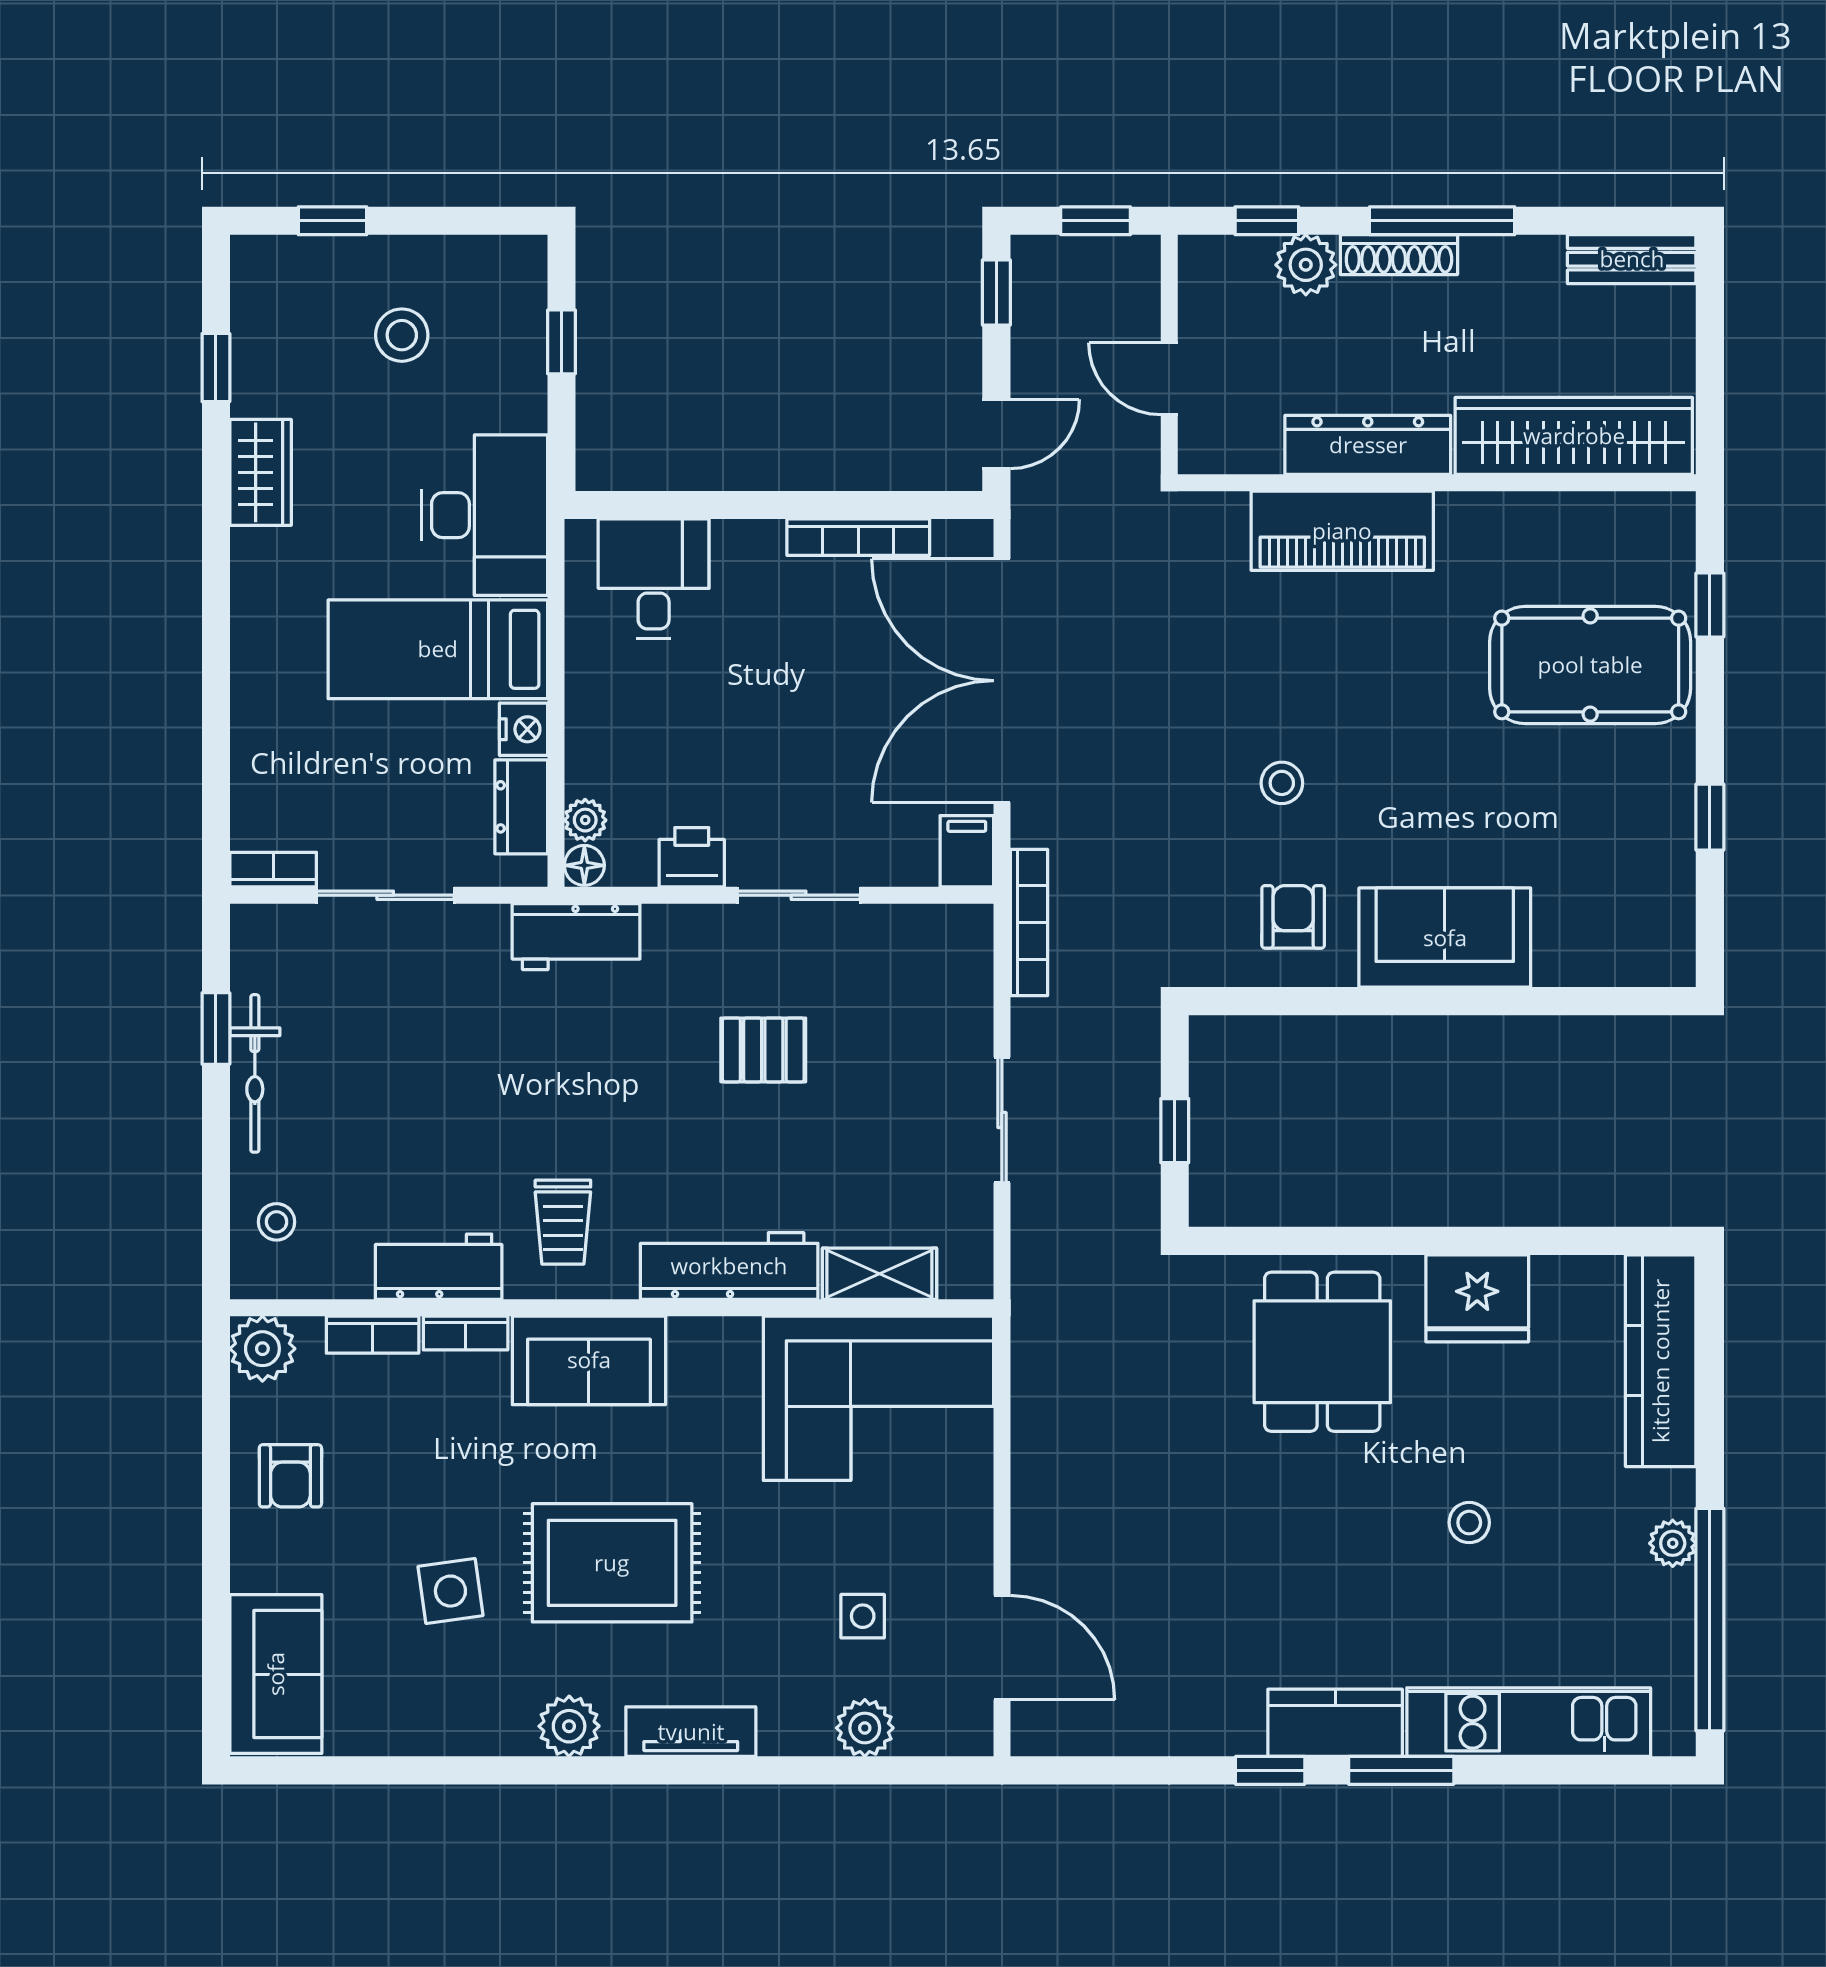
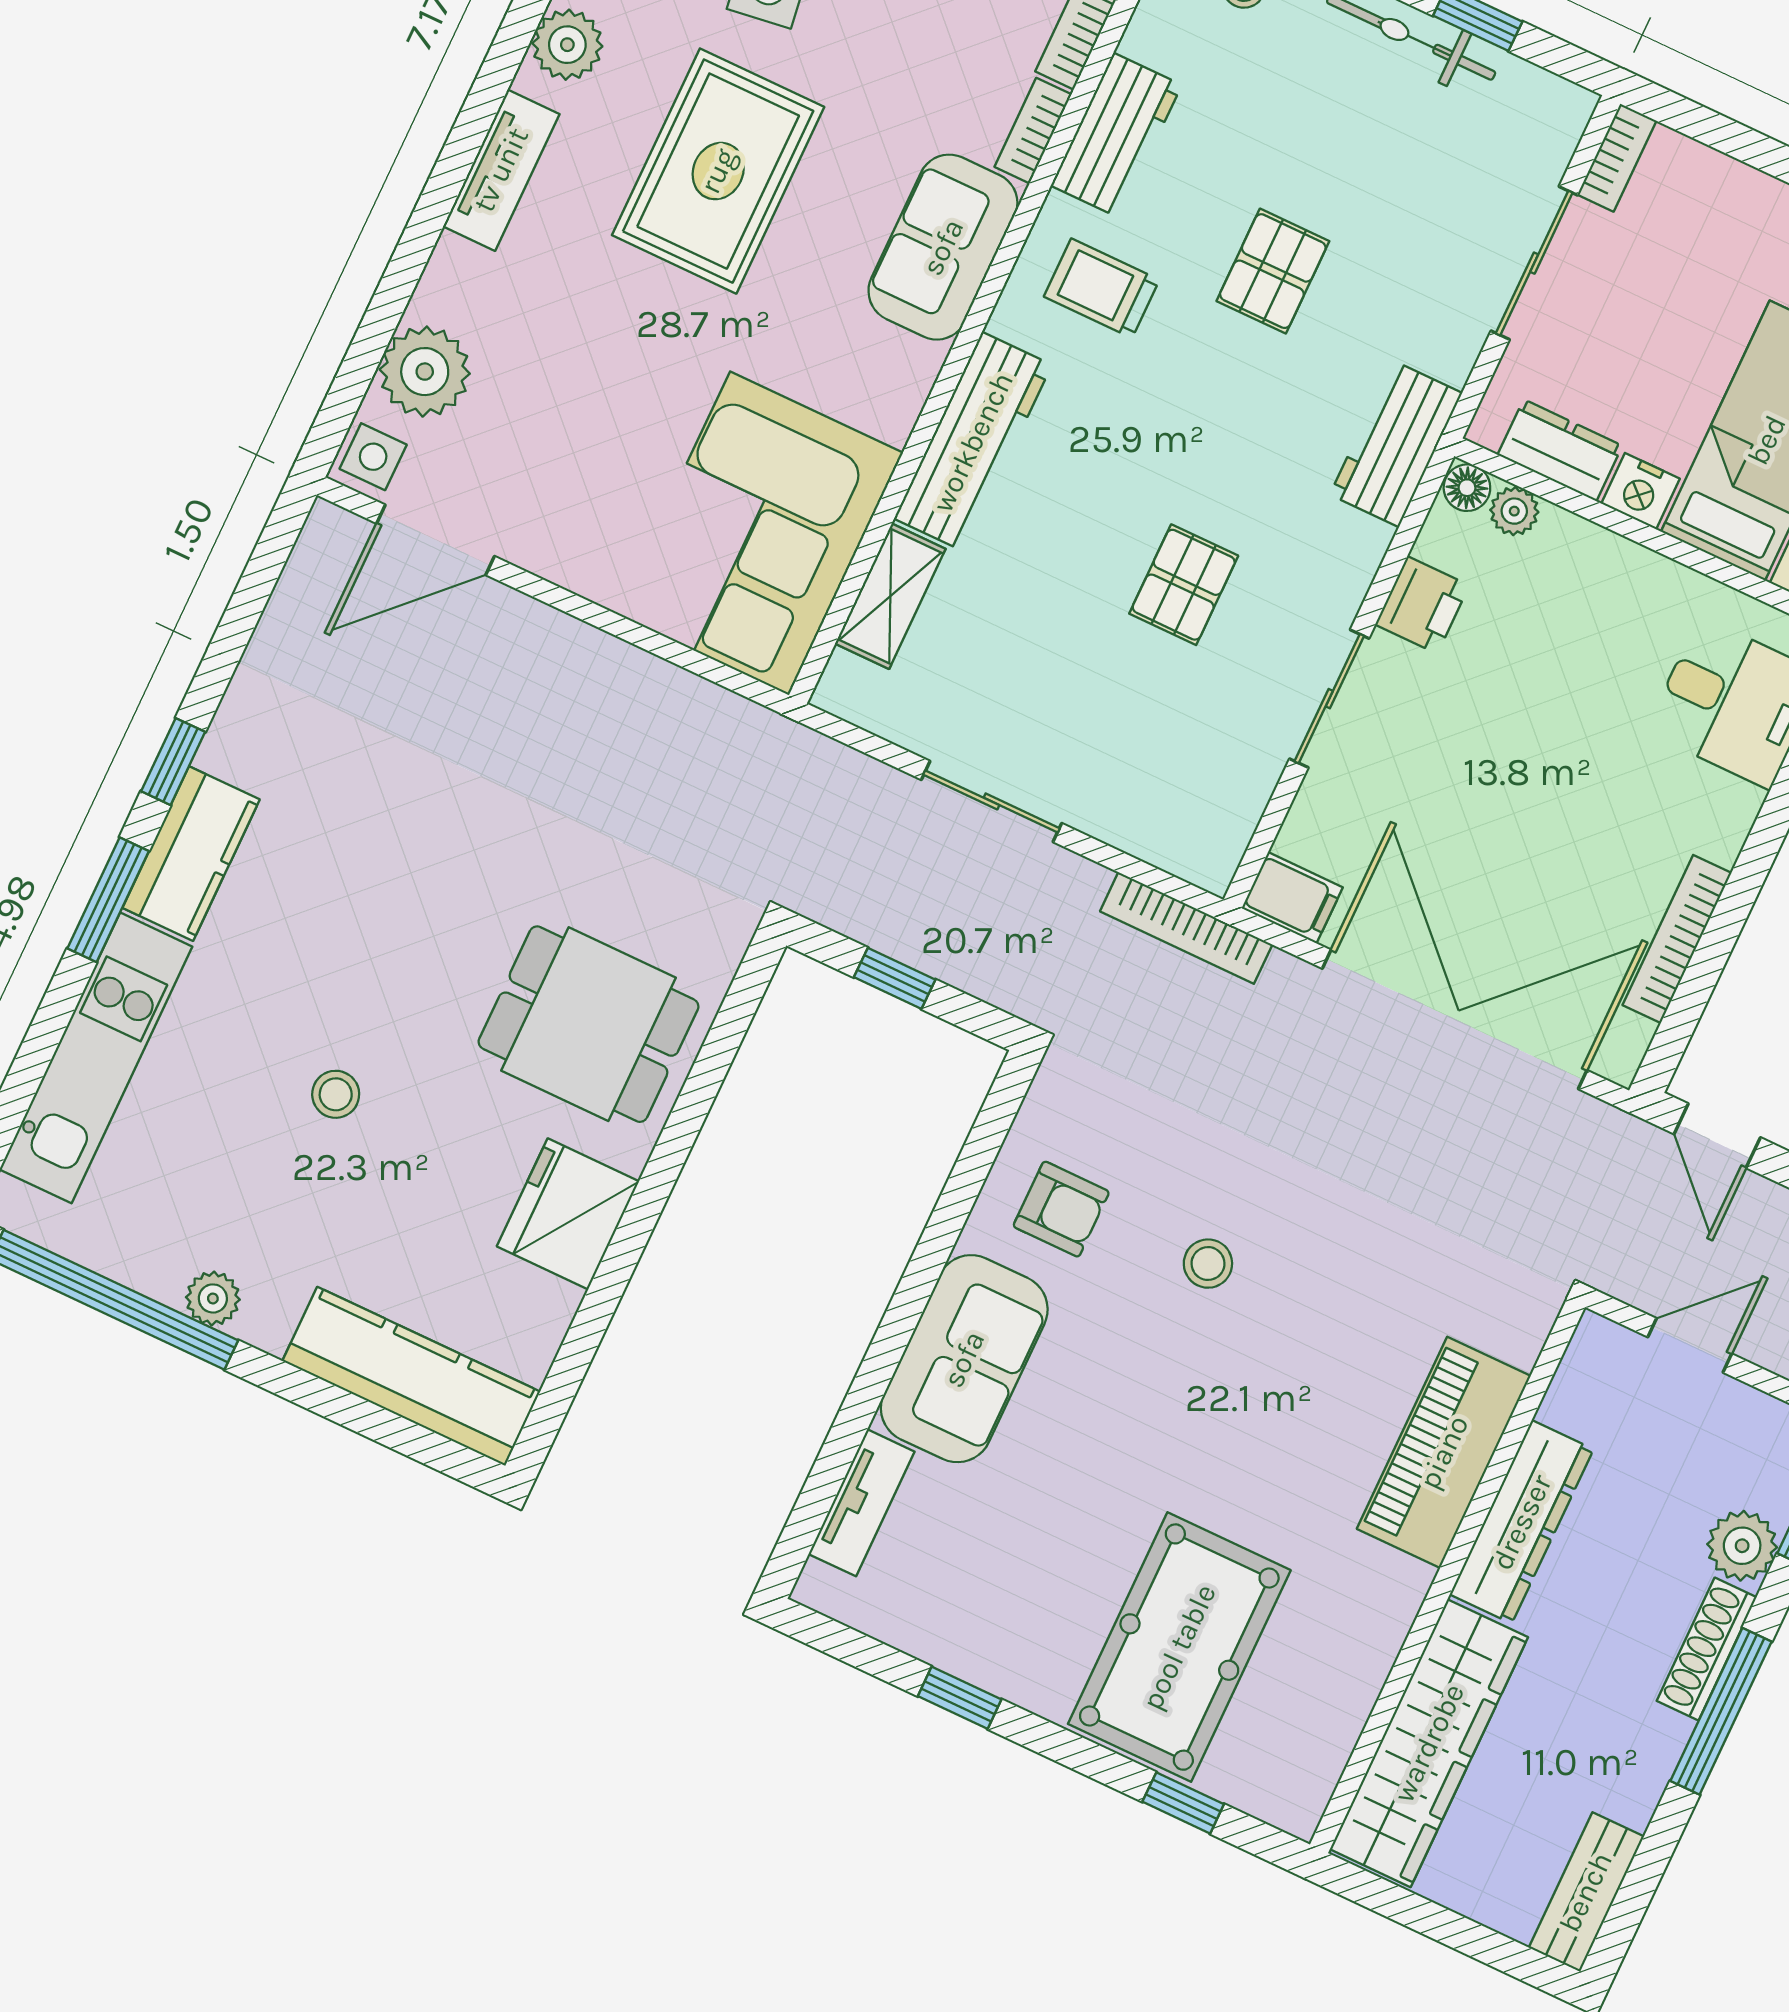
tv unit: (1594, 965) -> (862, 1503), added
pallet: (487, 1095) -> (1273, 271), added
side table: (863, 1616) -> (373, 457), moved
plant: (865, 1728) -> (425, 372), width x1.36, depth x1.36

